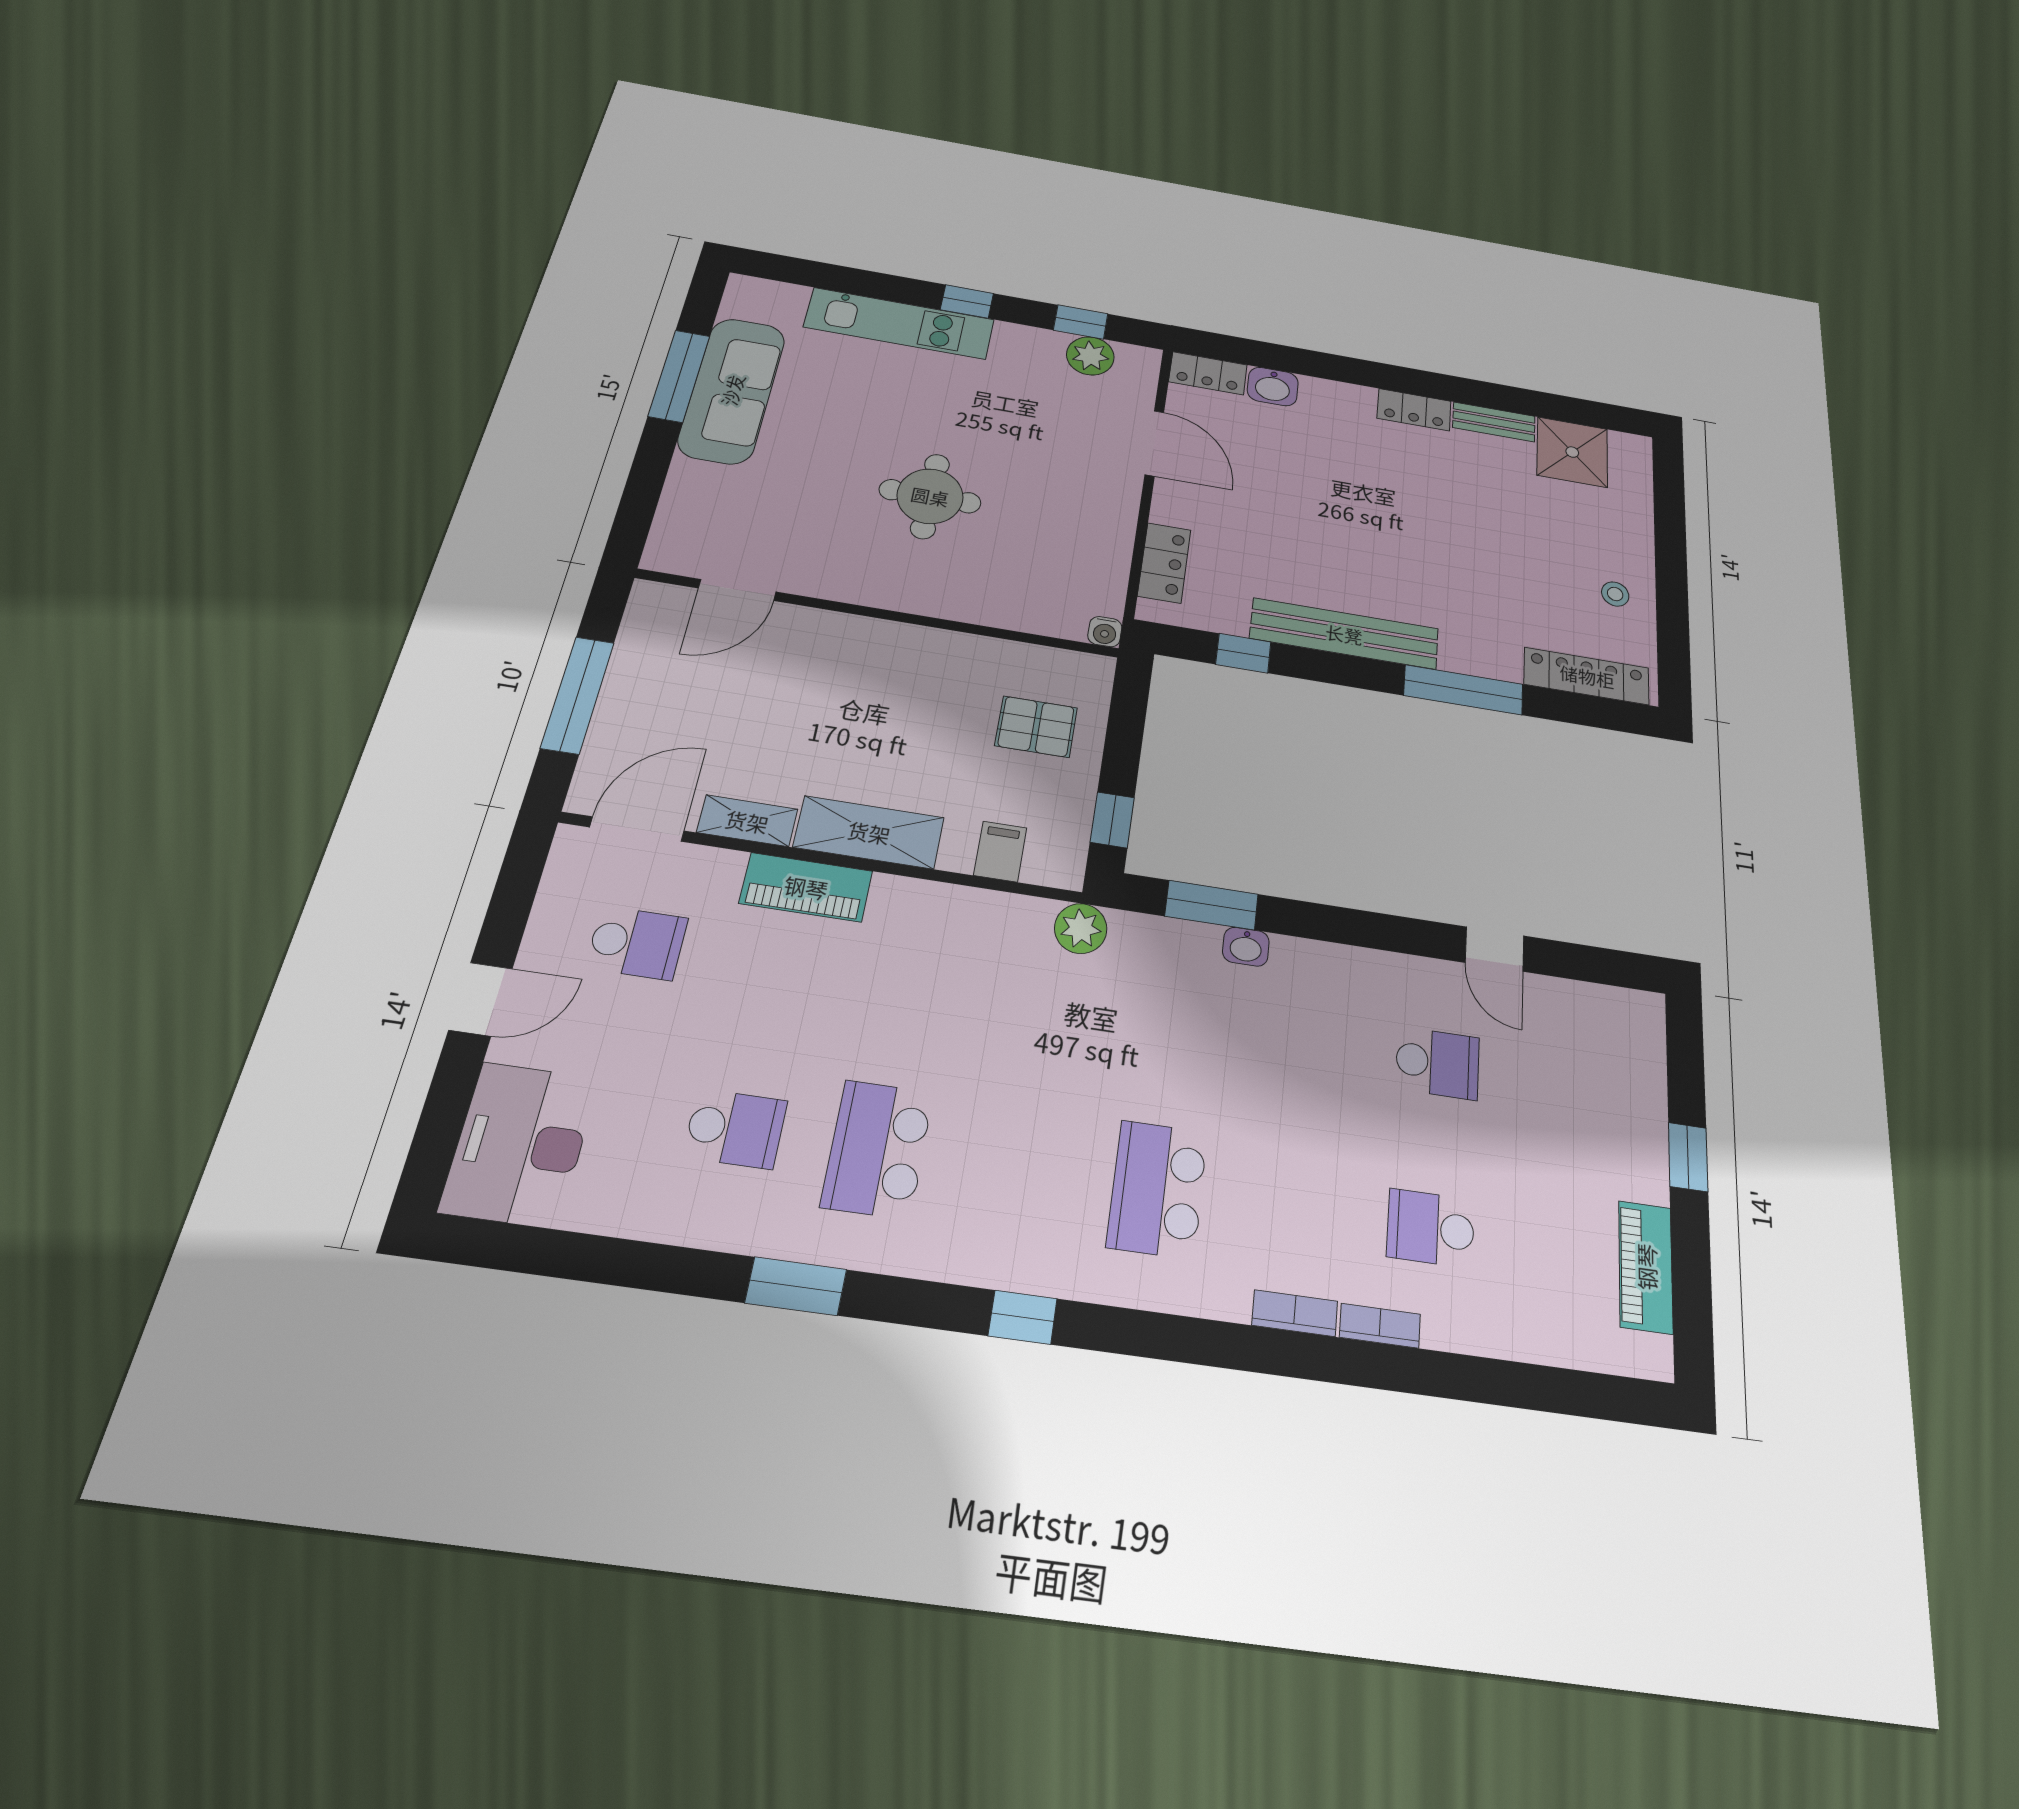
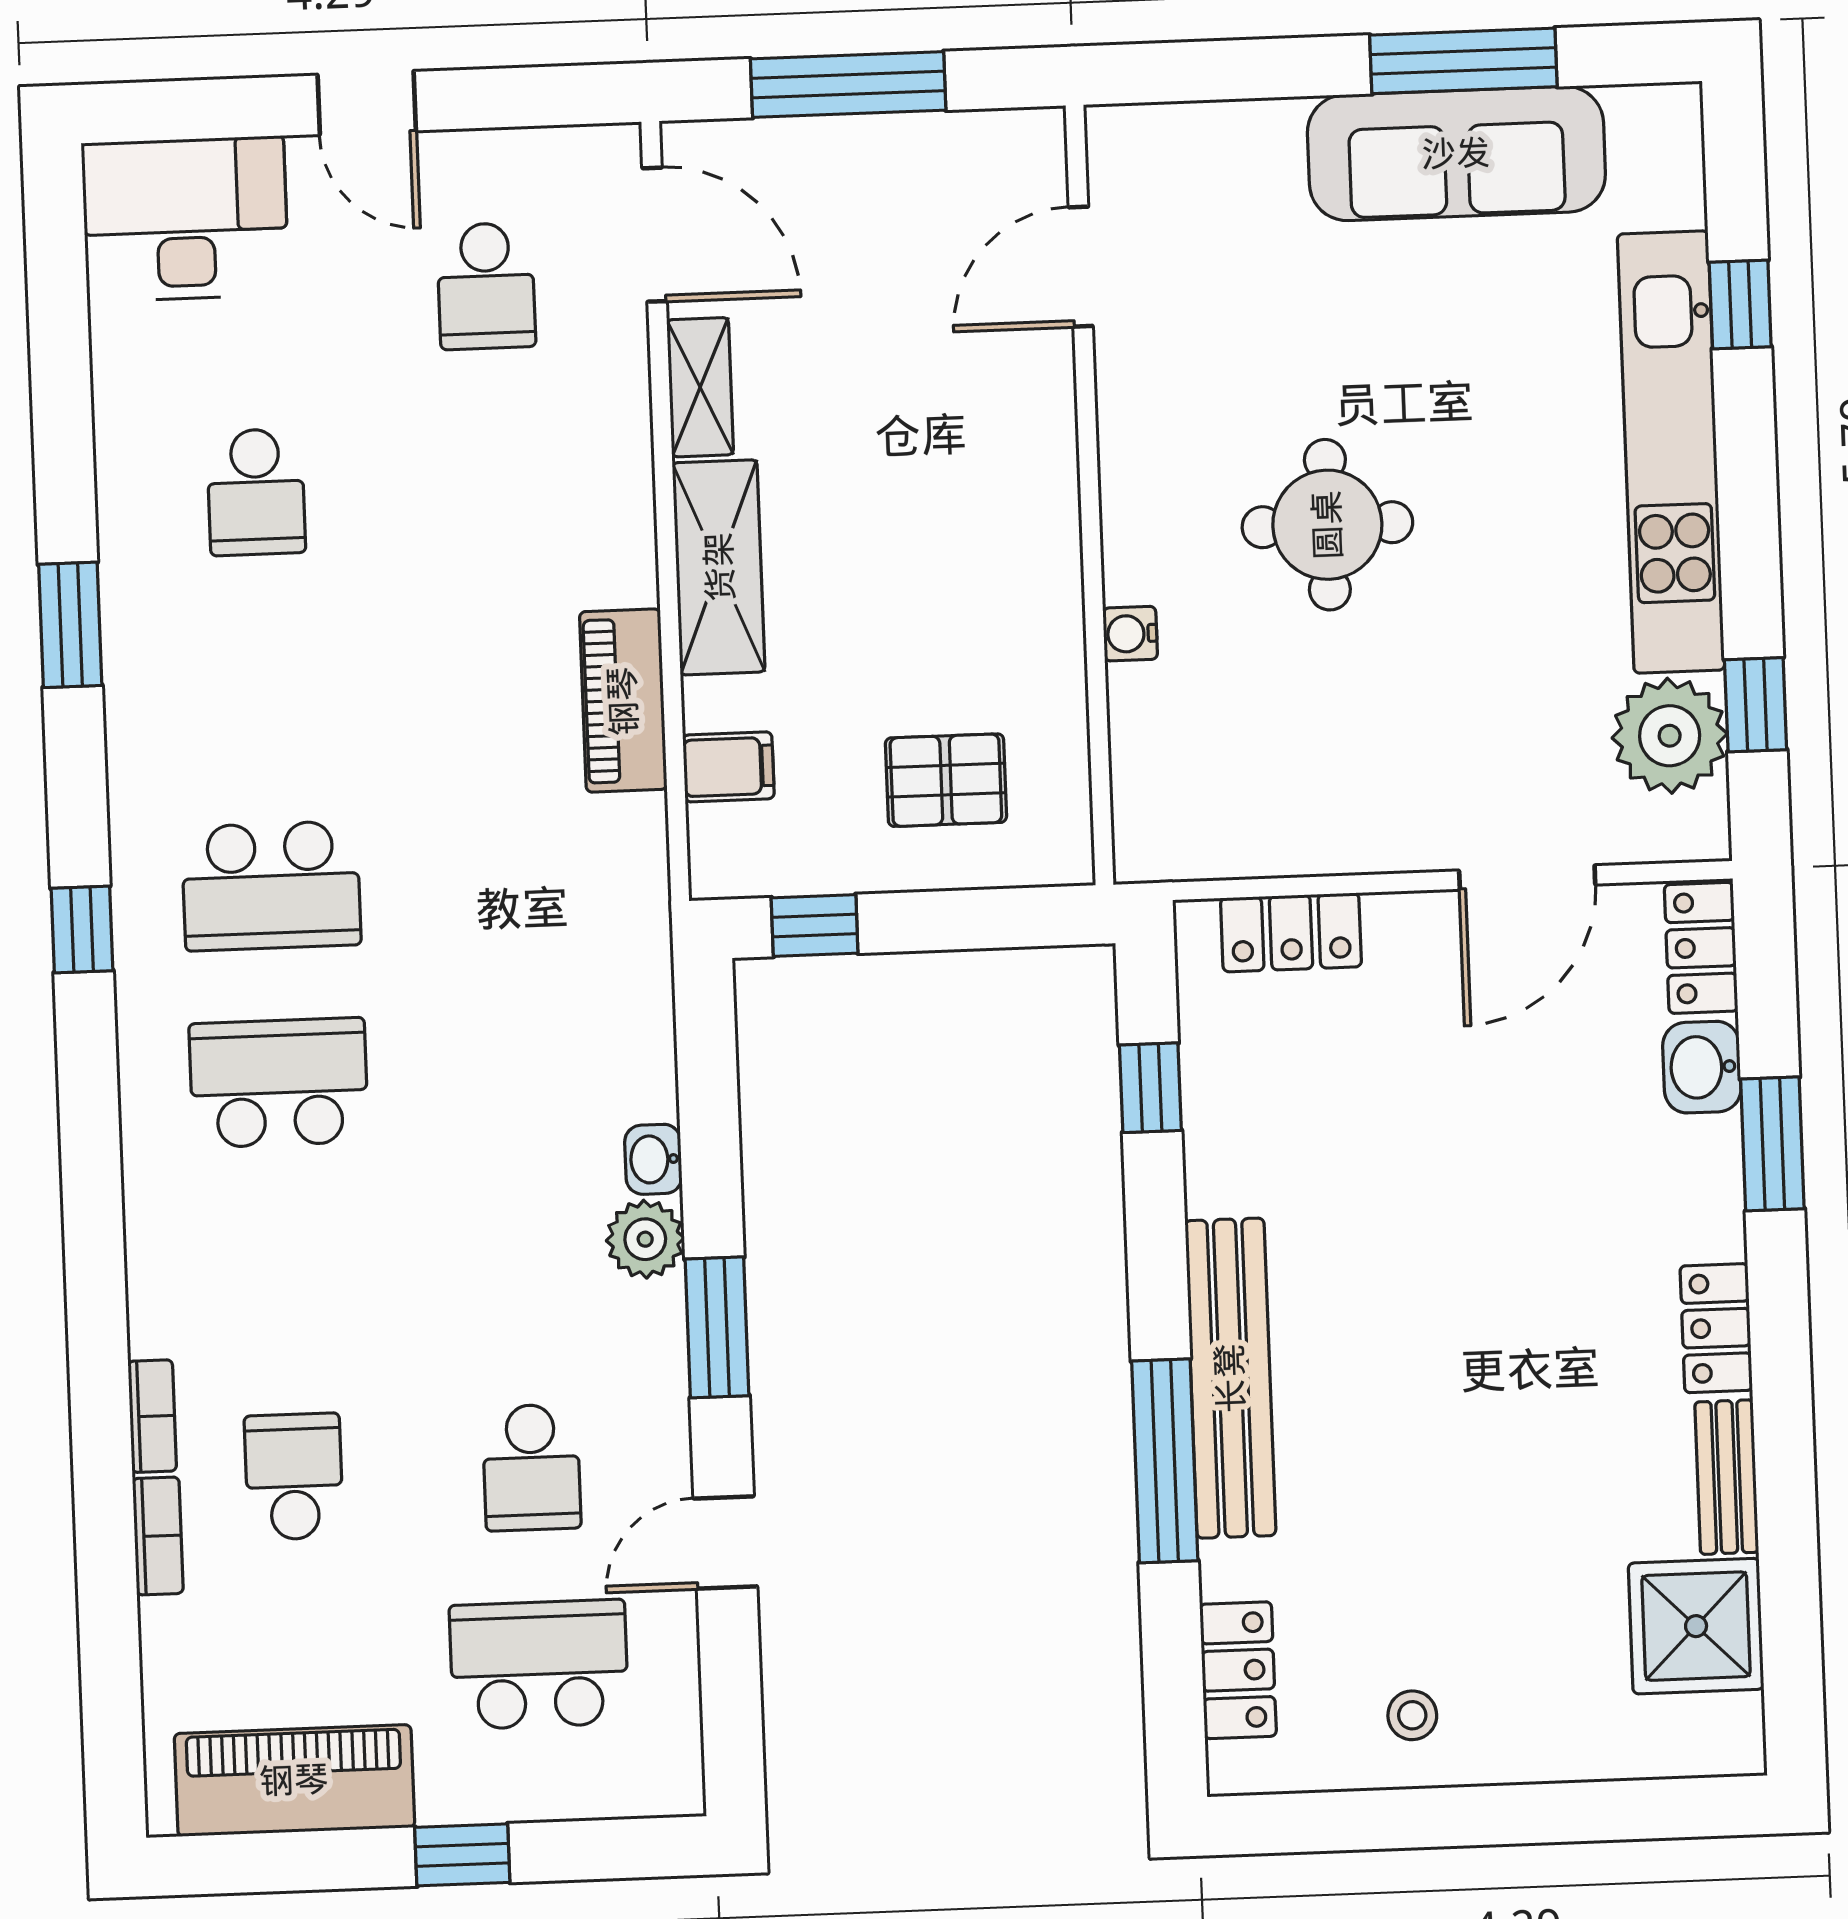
window: (967, 302) -> (1740, 305), moved
kitchen unit: (899, 323) -> (1671, 452), width x1.36
plant: (1090, 356) -> (1670, 736), width x1.36, depth x1.36
window: (1319, 365) -> (1772, 1144), added
door: (737, 590) -> (1081, 267), hinge flipped
water cooler: (1105, 632) -> (1130, 634), moved
bench: (1344, 634) -> (1230, 1378), moved
locker: (1587, 676) -> (1238, 1670), width x0.66
pallet: (1036, 727) -> (946, 780), turned 90
piano: (806, 887) -> (623, 701), moved
window: (1212, 905) -> (717, 1327), moved
plant: (1081, 928) -> (645, 1239), moved
school desk: (1566, 1082) -> (539, 1664), added
school desk: (878, 1149) -> (271, 886), moved, turned 180
piano: (1646, 1267) -> (294, 1780), width x1.37, depth x1.33
bookcase: (1295, 1313) -> (158, 1536), moved

